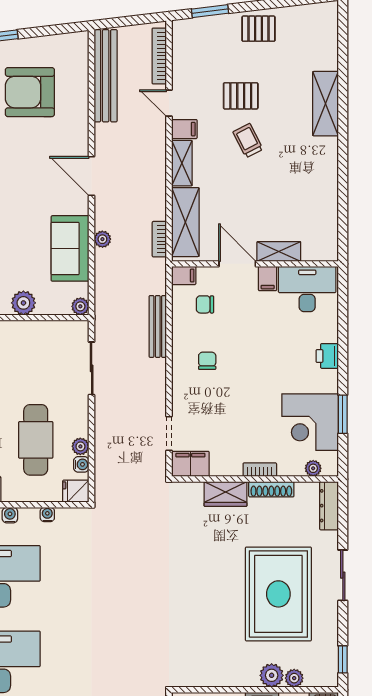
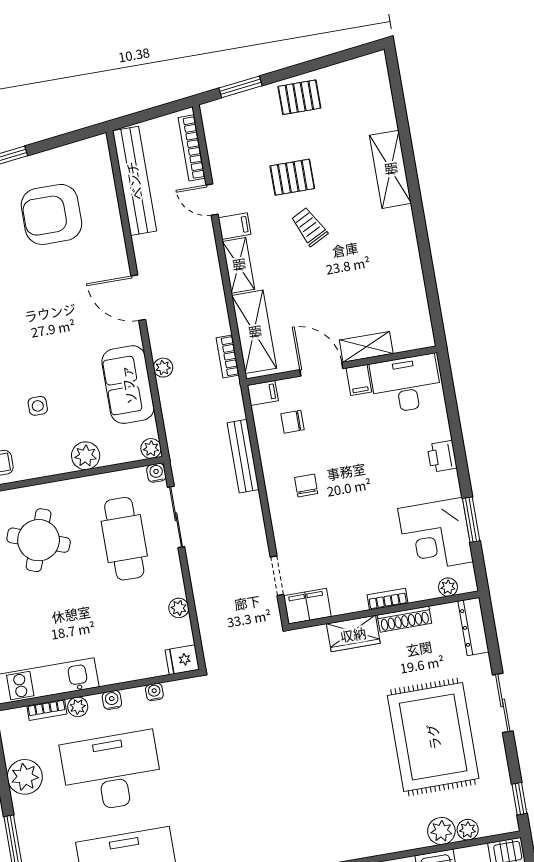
cafe table: (36, 440) -> (124, 539), moved
water cooler: (81, 464) -> (156, 473), moved, turned -90

